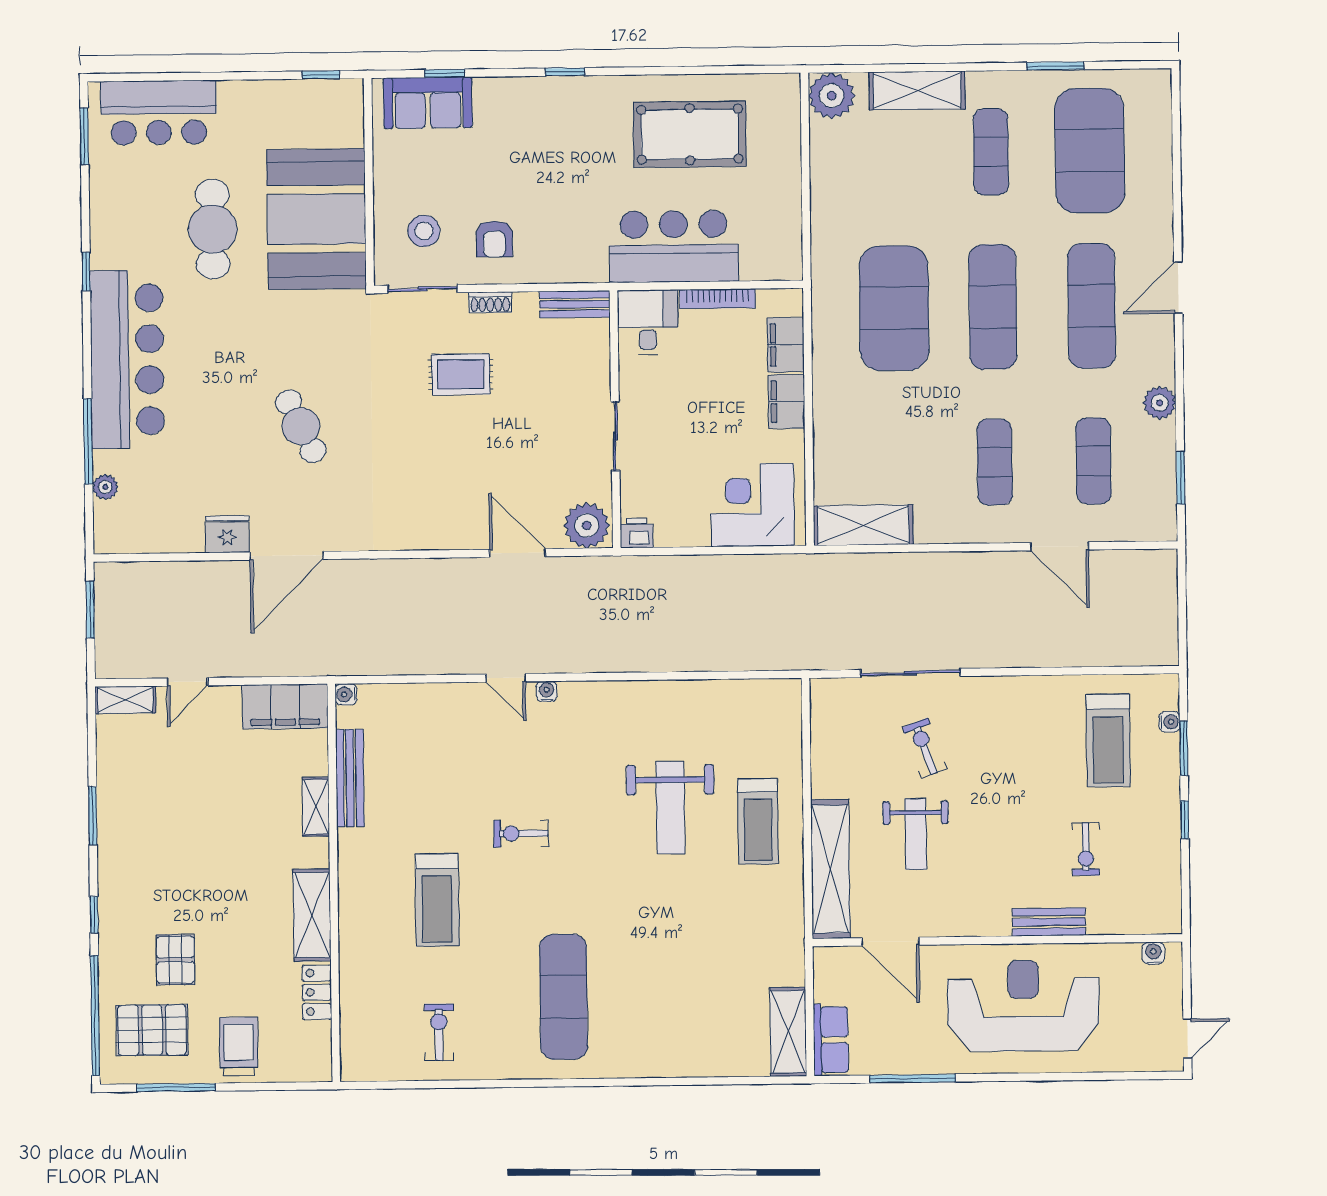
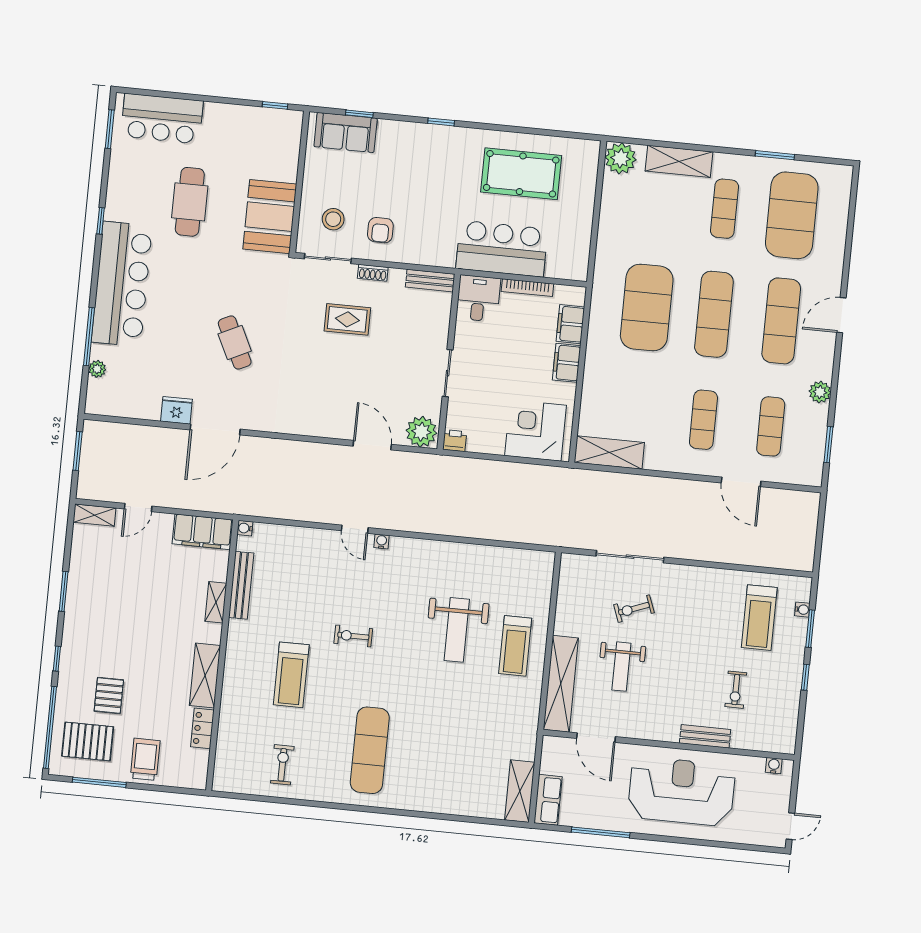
booth: (316, 219) -> (270, 217), width x0.73, depth x0.70
exercise bike: (925, 748) -> (634, 609), turned -91

